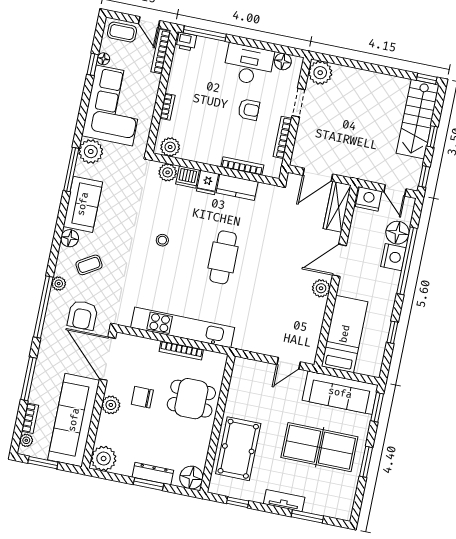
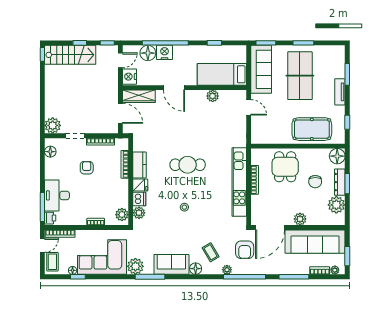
desk: (249, 65) -> (57, 195), moved
plant: (321, 288) -> (213, 96), moved
armchair: (83, 315) -> (245, 250), turned 90
chair: (142, 397) -> (315, 182), moved
plant: (104, 459) -> (336, 205), moved

